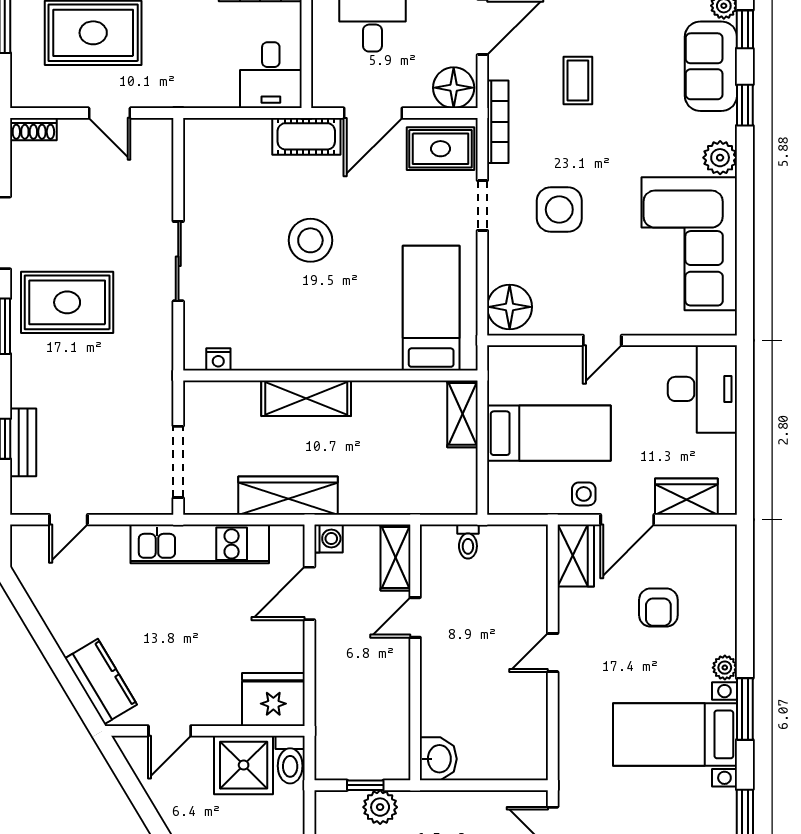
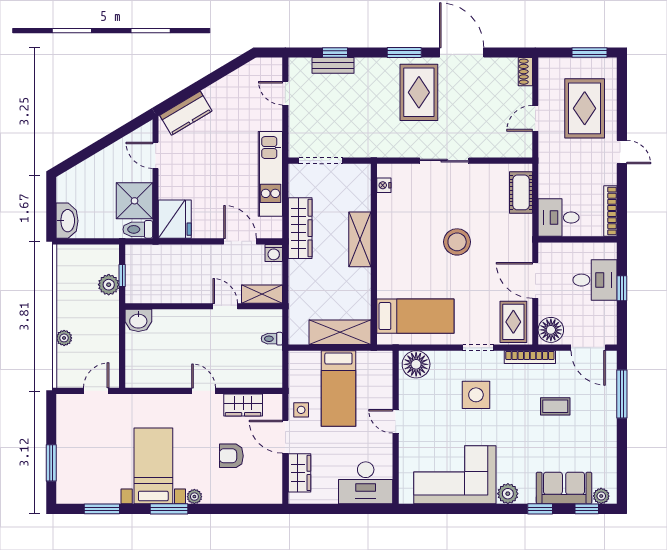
cot: (306, 136) -> (521, 192), moved
shelving: (462, 414) -> (340, 332), width x1.50, depth x1.33
wardrobe: (576, 556) -> (243, 405), moved

